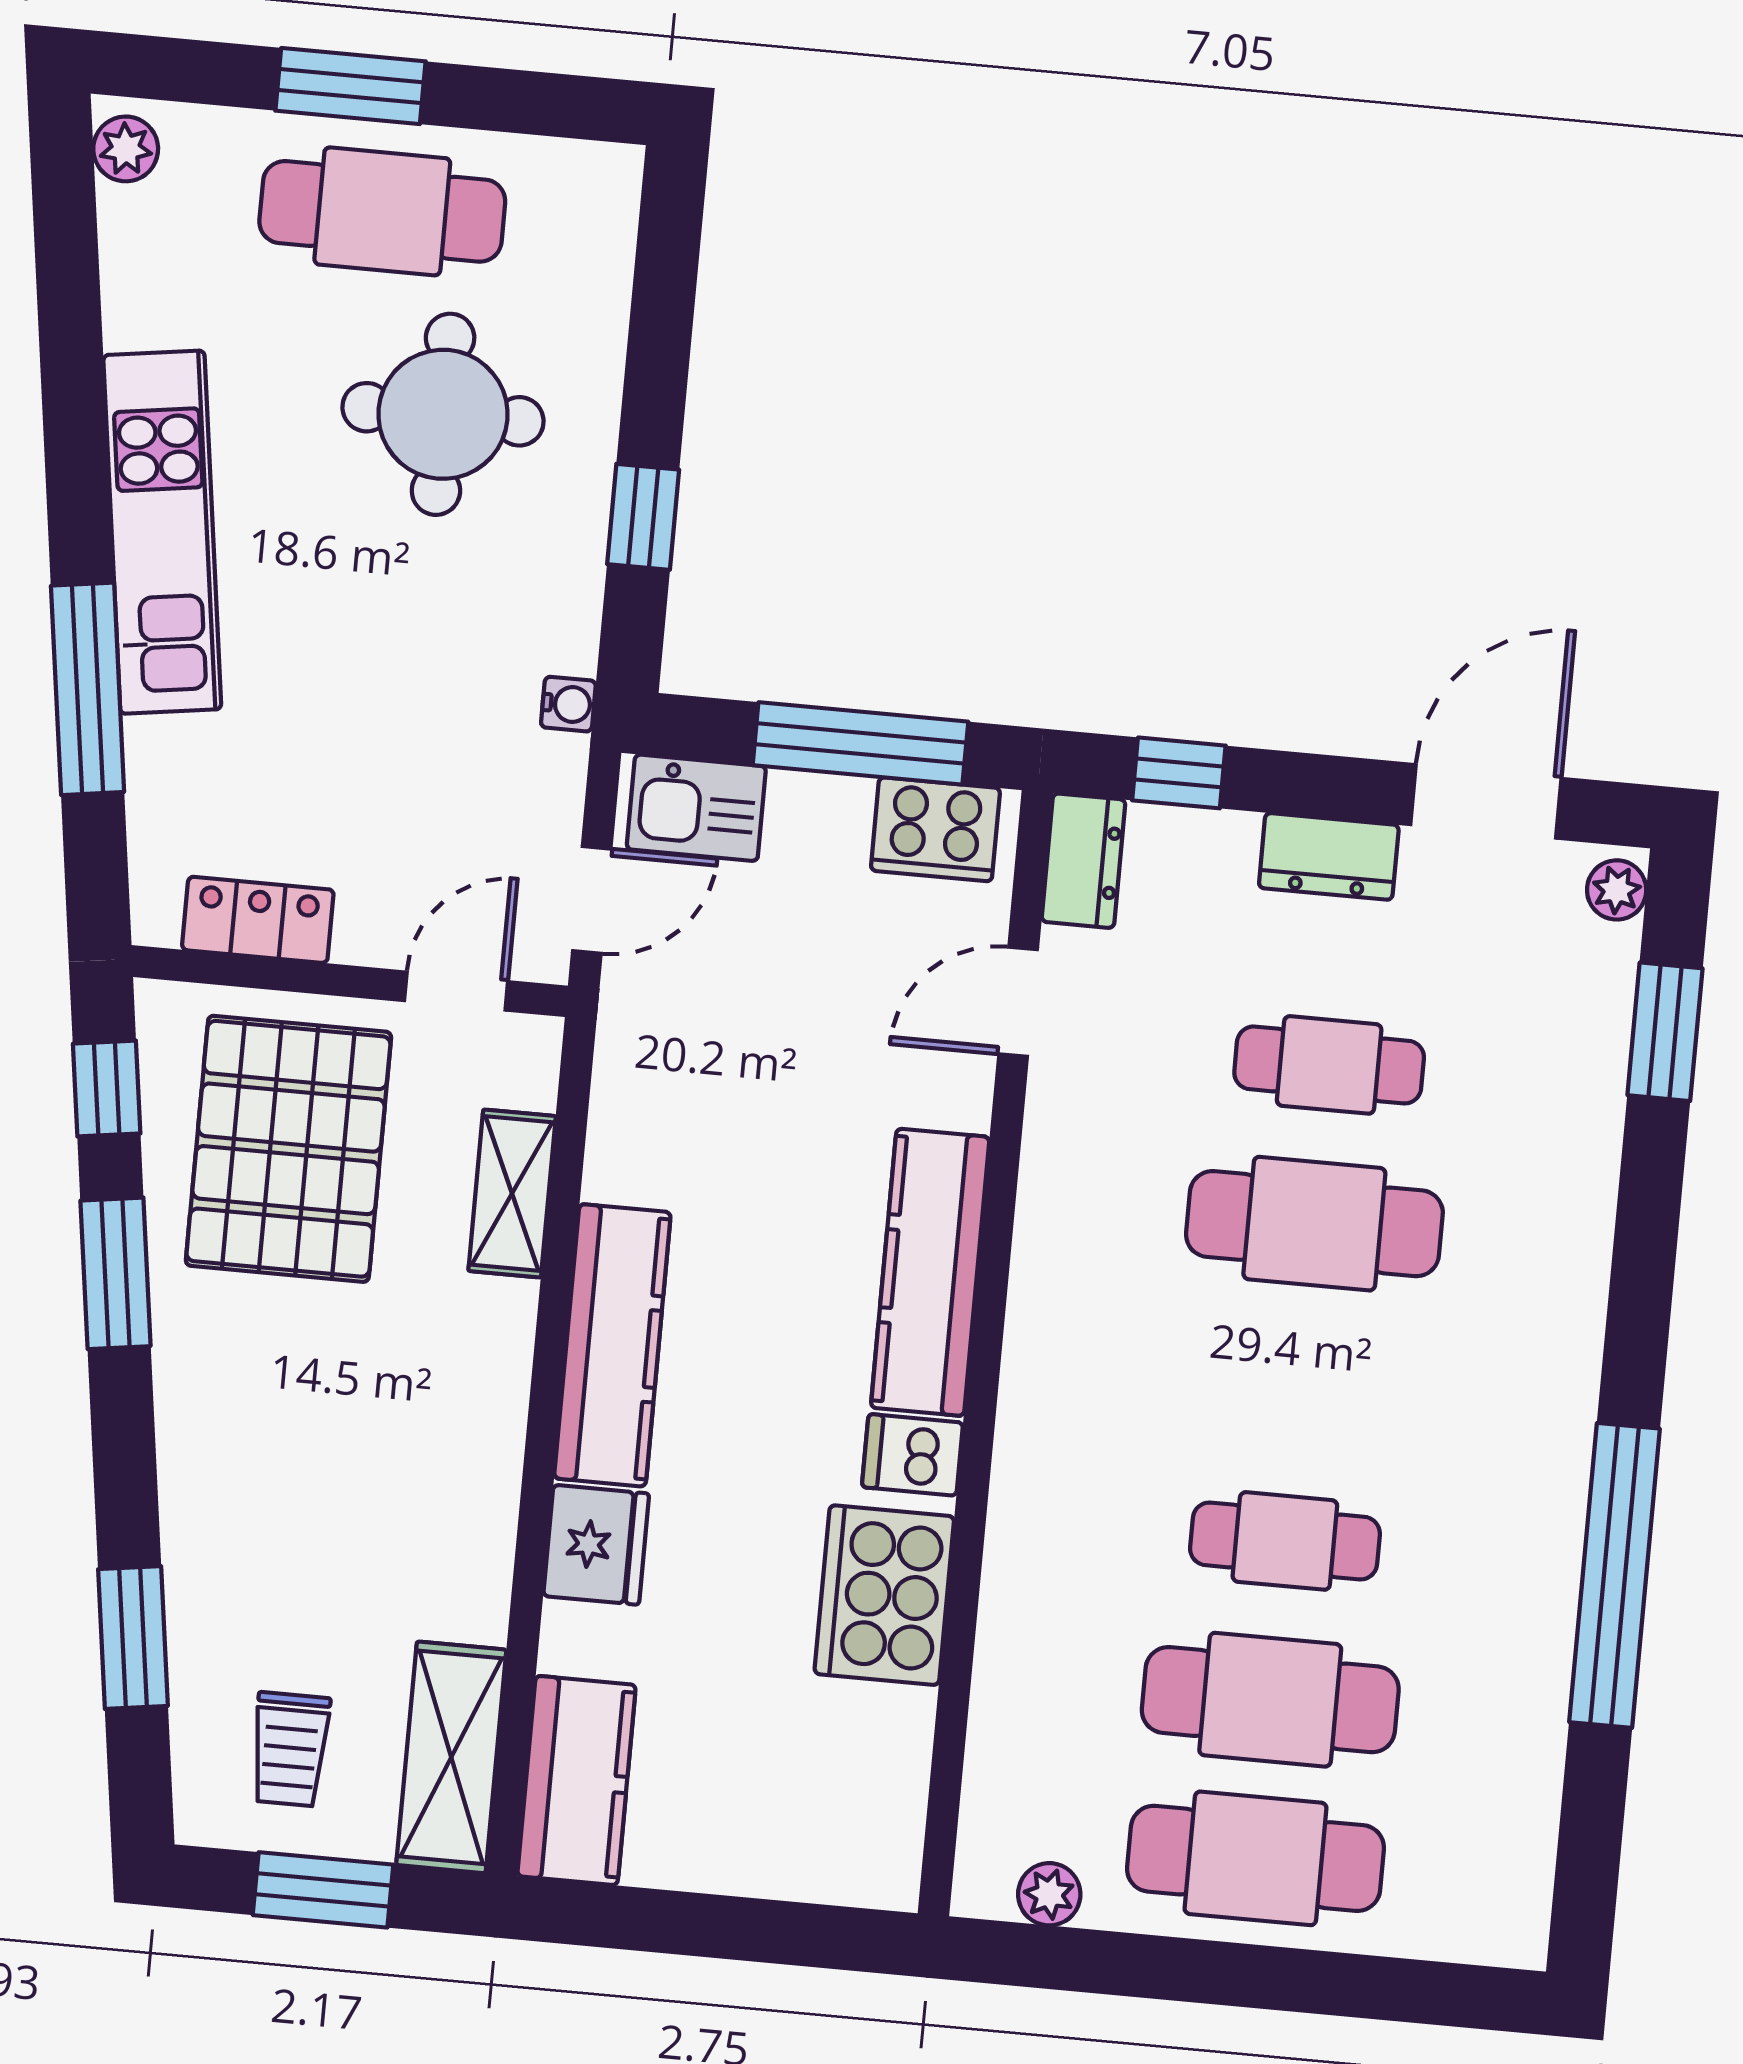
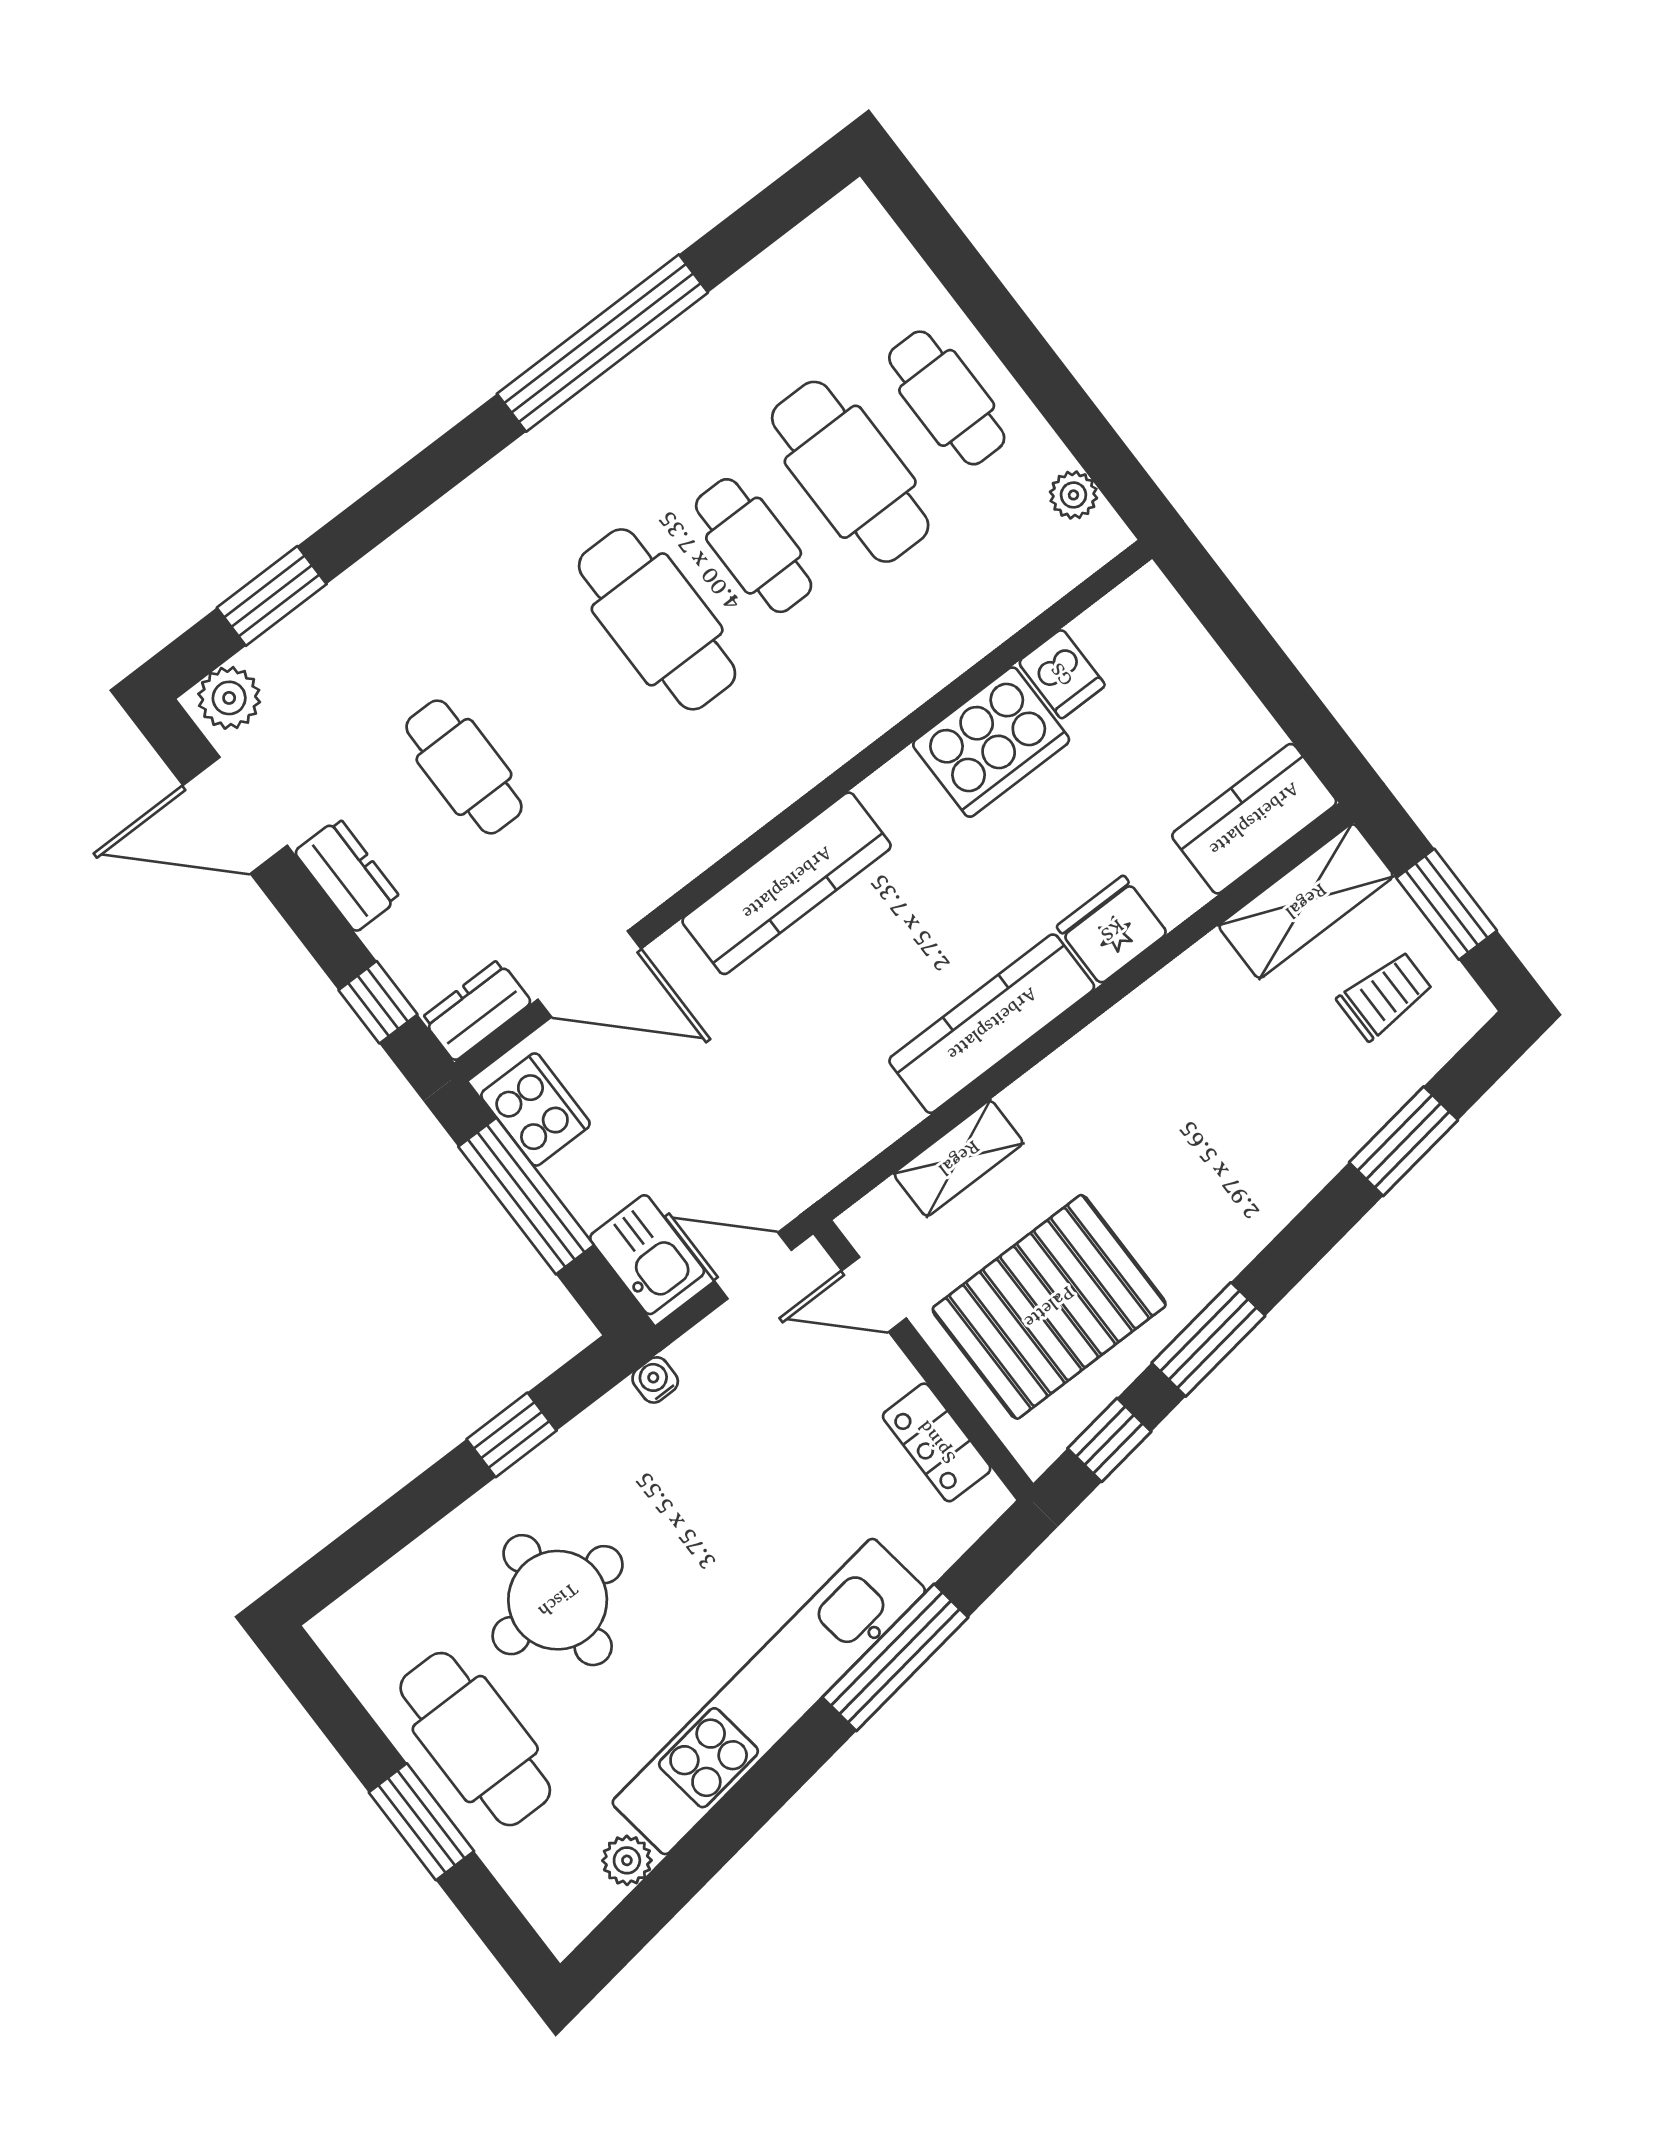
plant: (126, 149) -> (627, 1860), moved
kitchen unit: (162, 532) -> (769, 1696), width x1.36
plant: (1617, 890) -> (229, 698), width x1.38, depth x1.38
door: (1018, 1002) -> (589, 974), width x1.38
cafe table: (1314, 1224) -> (657, 619), moved
dishwasher: (912, 1455) -> (1062, 674), moved
cafe table: (1256, 1858) -> (947, 398), width x0.73, depth x0.74

